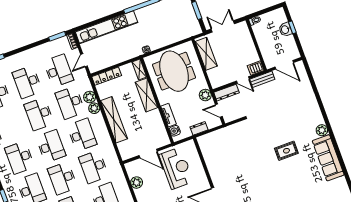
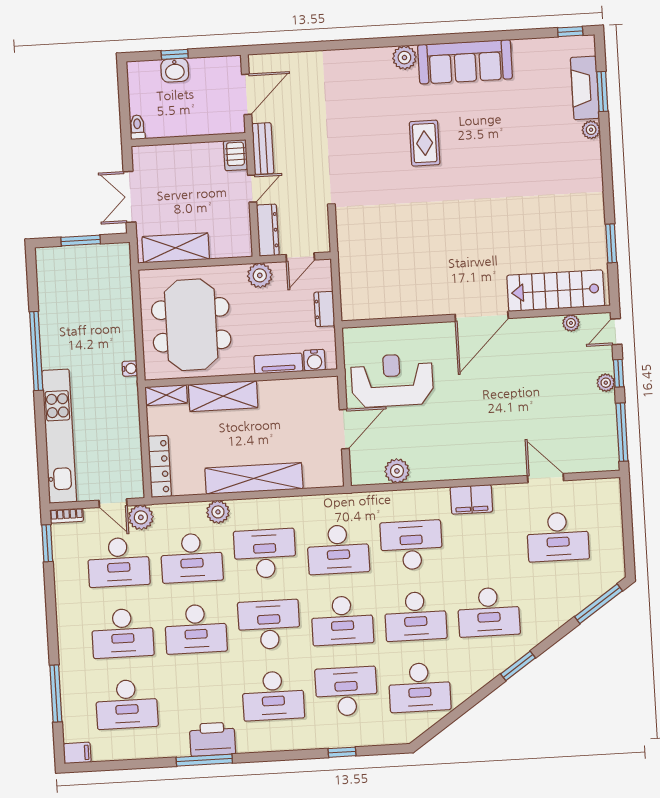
desk: (58, 71) -> (118, 562), turned 180
meeting table: (174, 71) -> (191, 325), turned 90
plant: (90, 97) -> (141, 517), moved

